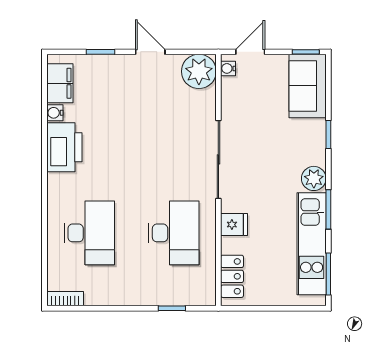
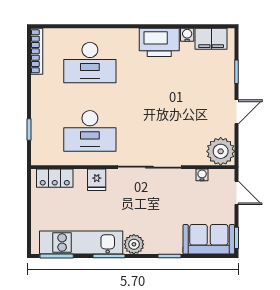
water cooler: (228, 68) -> (202, 175), moved
bookcase: (65, 299) -> (37, 51), width x1.56

